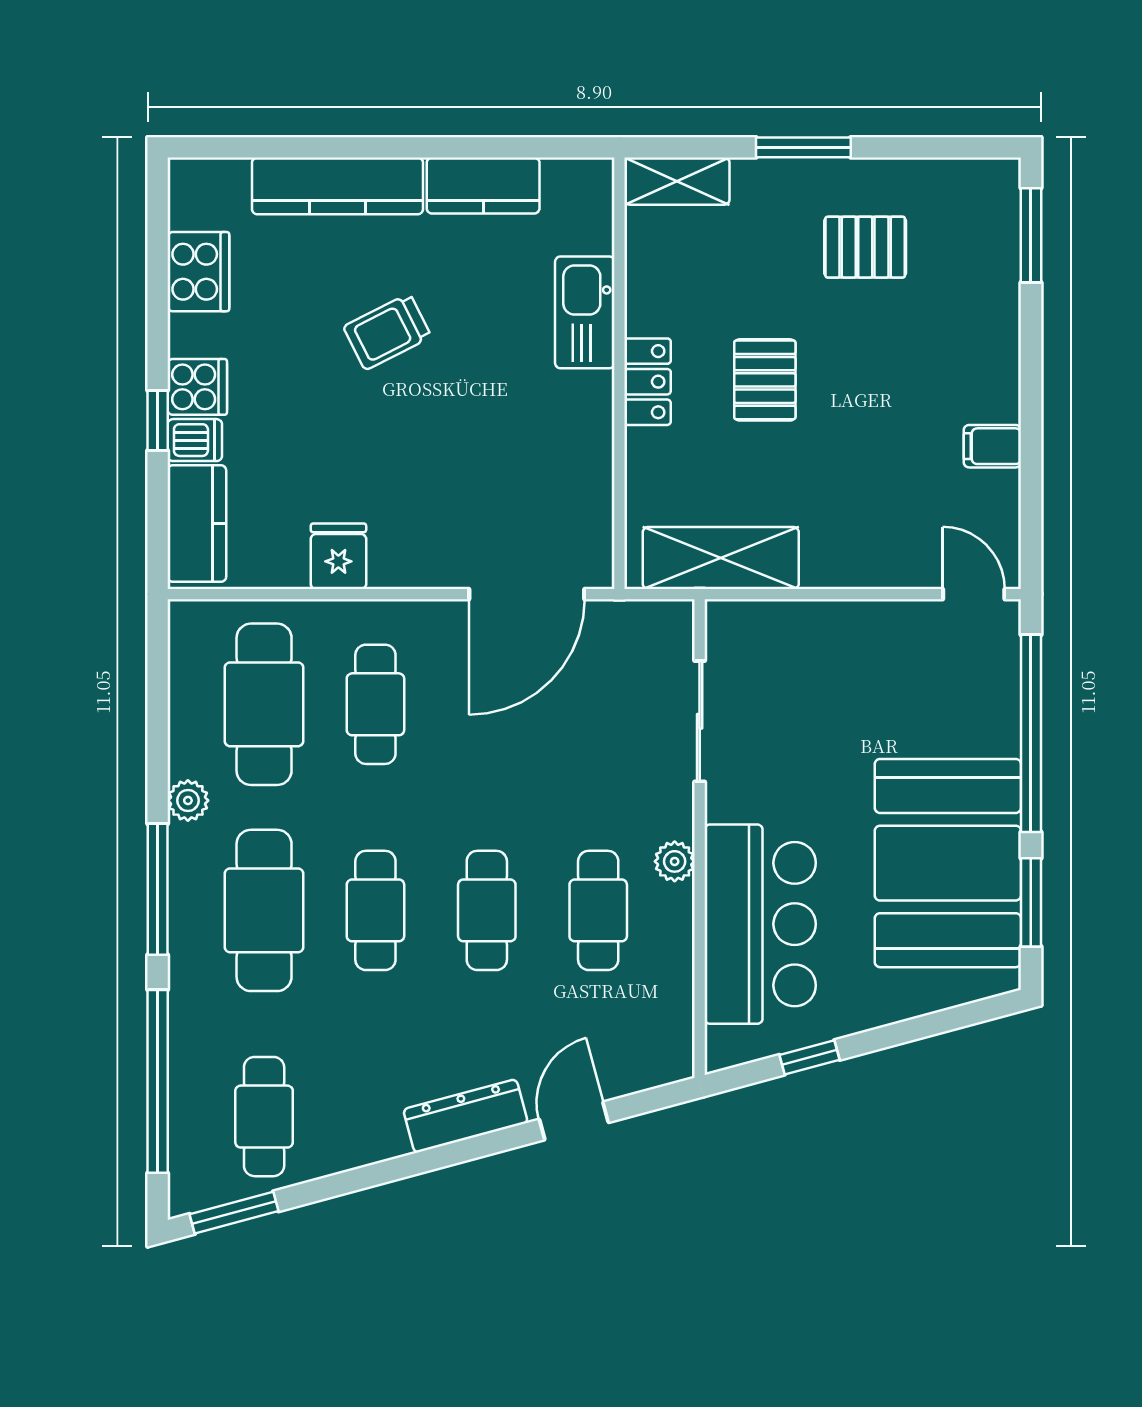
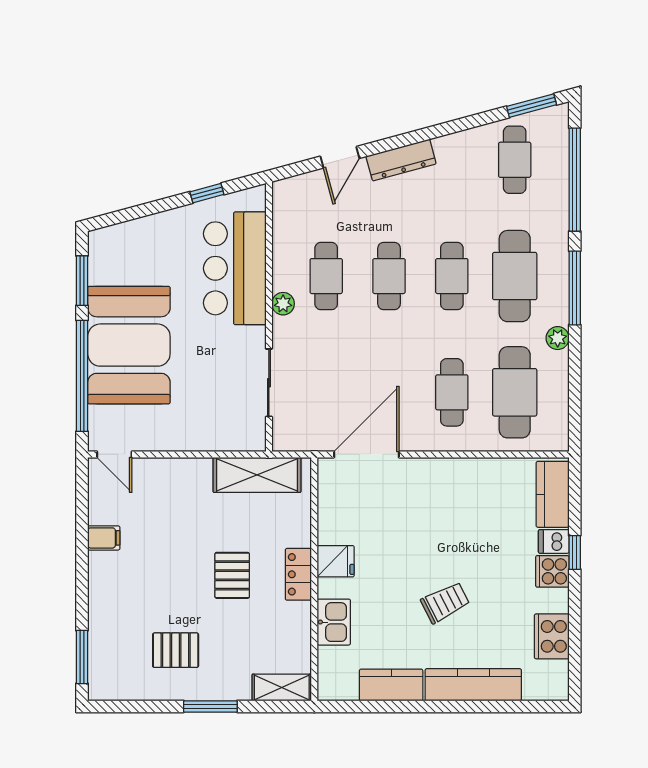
kitchen sink: (585, 312) -> (334, 622), width x0.73
fridge: (338, 556) -> (336, 561), moved, turned -90
booth: (948, 863) -> (129, 345), moved

